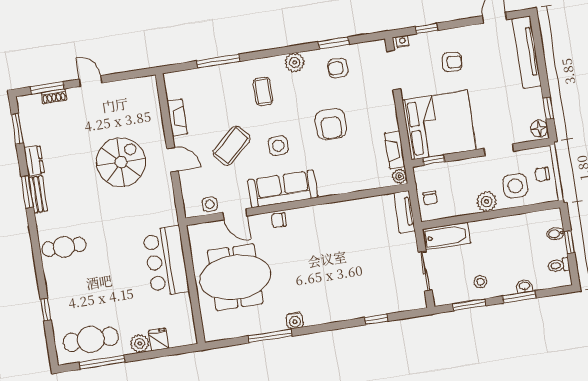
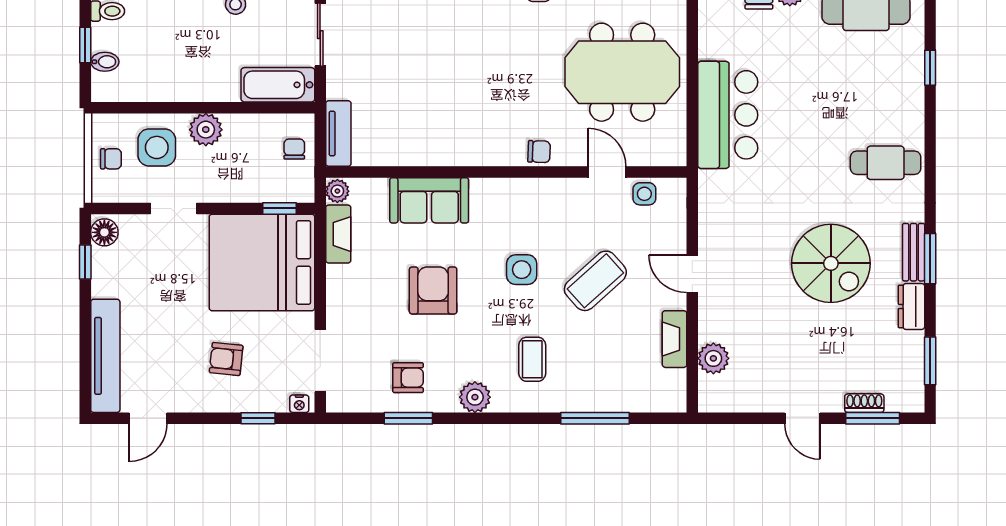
plant: (151, 109) -> (713, 358), added
spiral stairs: (121, 162) -> (831, 263), moved, turned -90
sofa: (283, 189) -> (429, 200), moved, width x0.73

